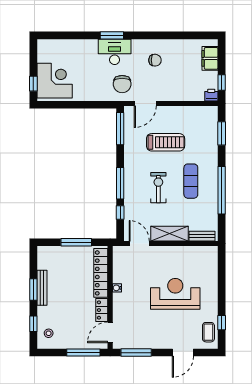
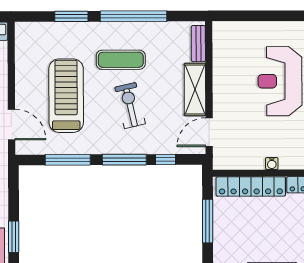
window: (66, 105) -> (14, 237), added
window: (120, 129) -> (68, 160), moved
window: (222, 133) -> (71, 16), moved
treadmill: (166, 142) -> (66, 96), width x1.37, depth x1.38
exercise bike: (158, 188) -> (130, 106), turned 77

